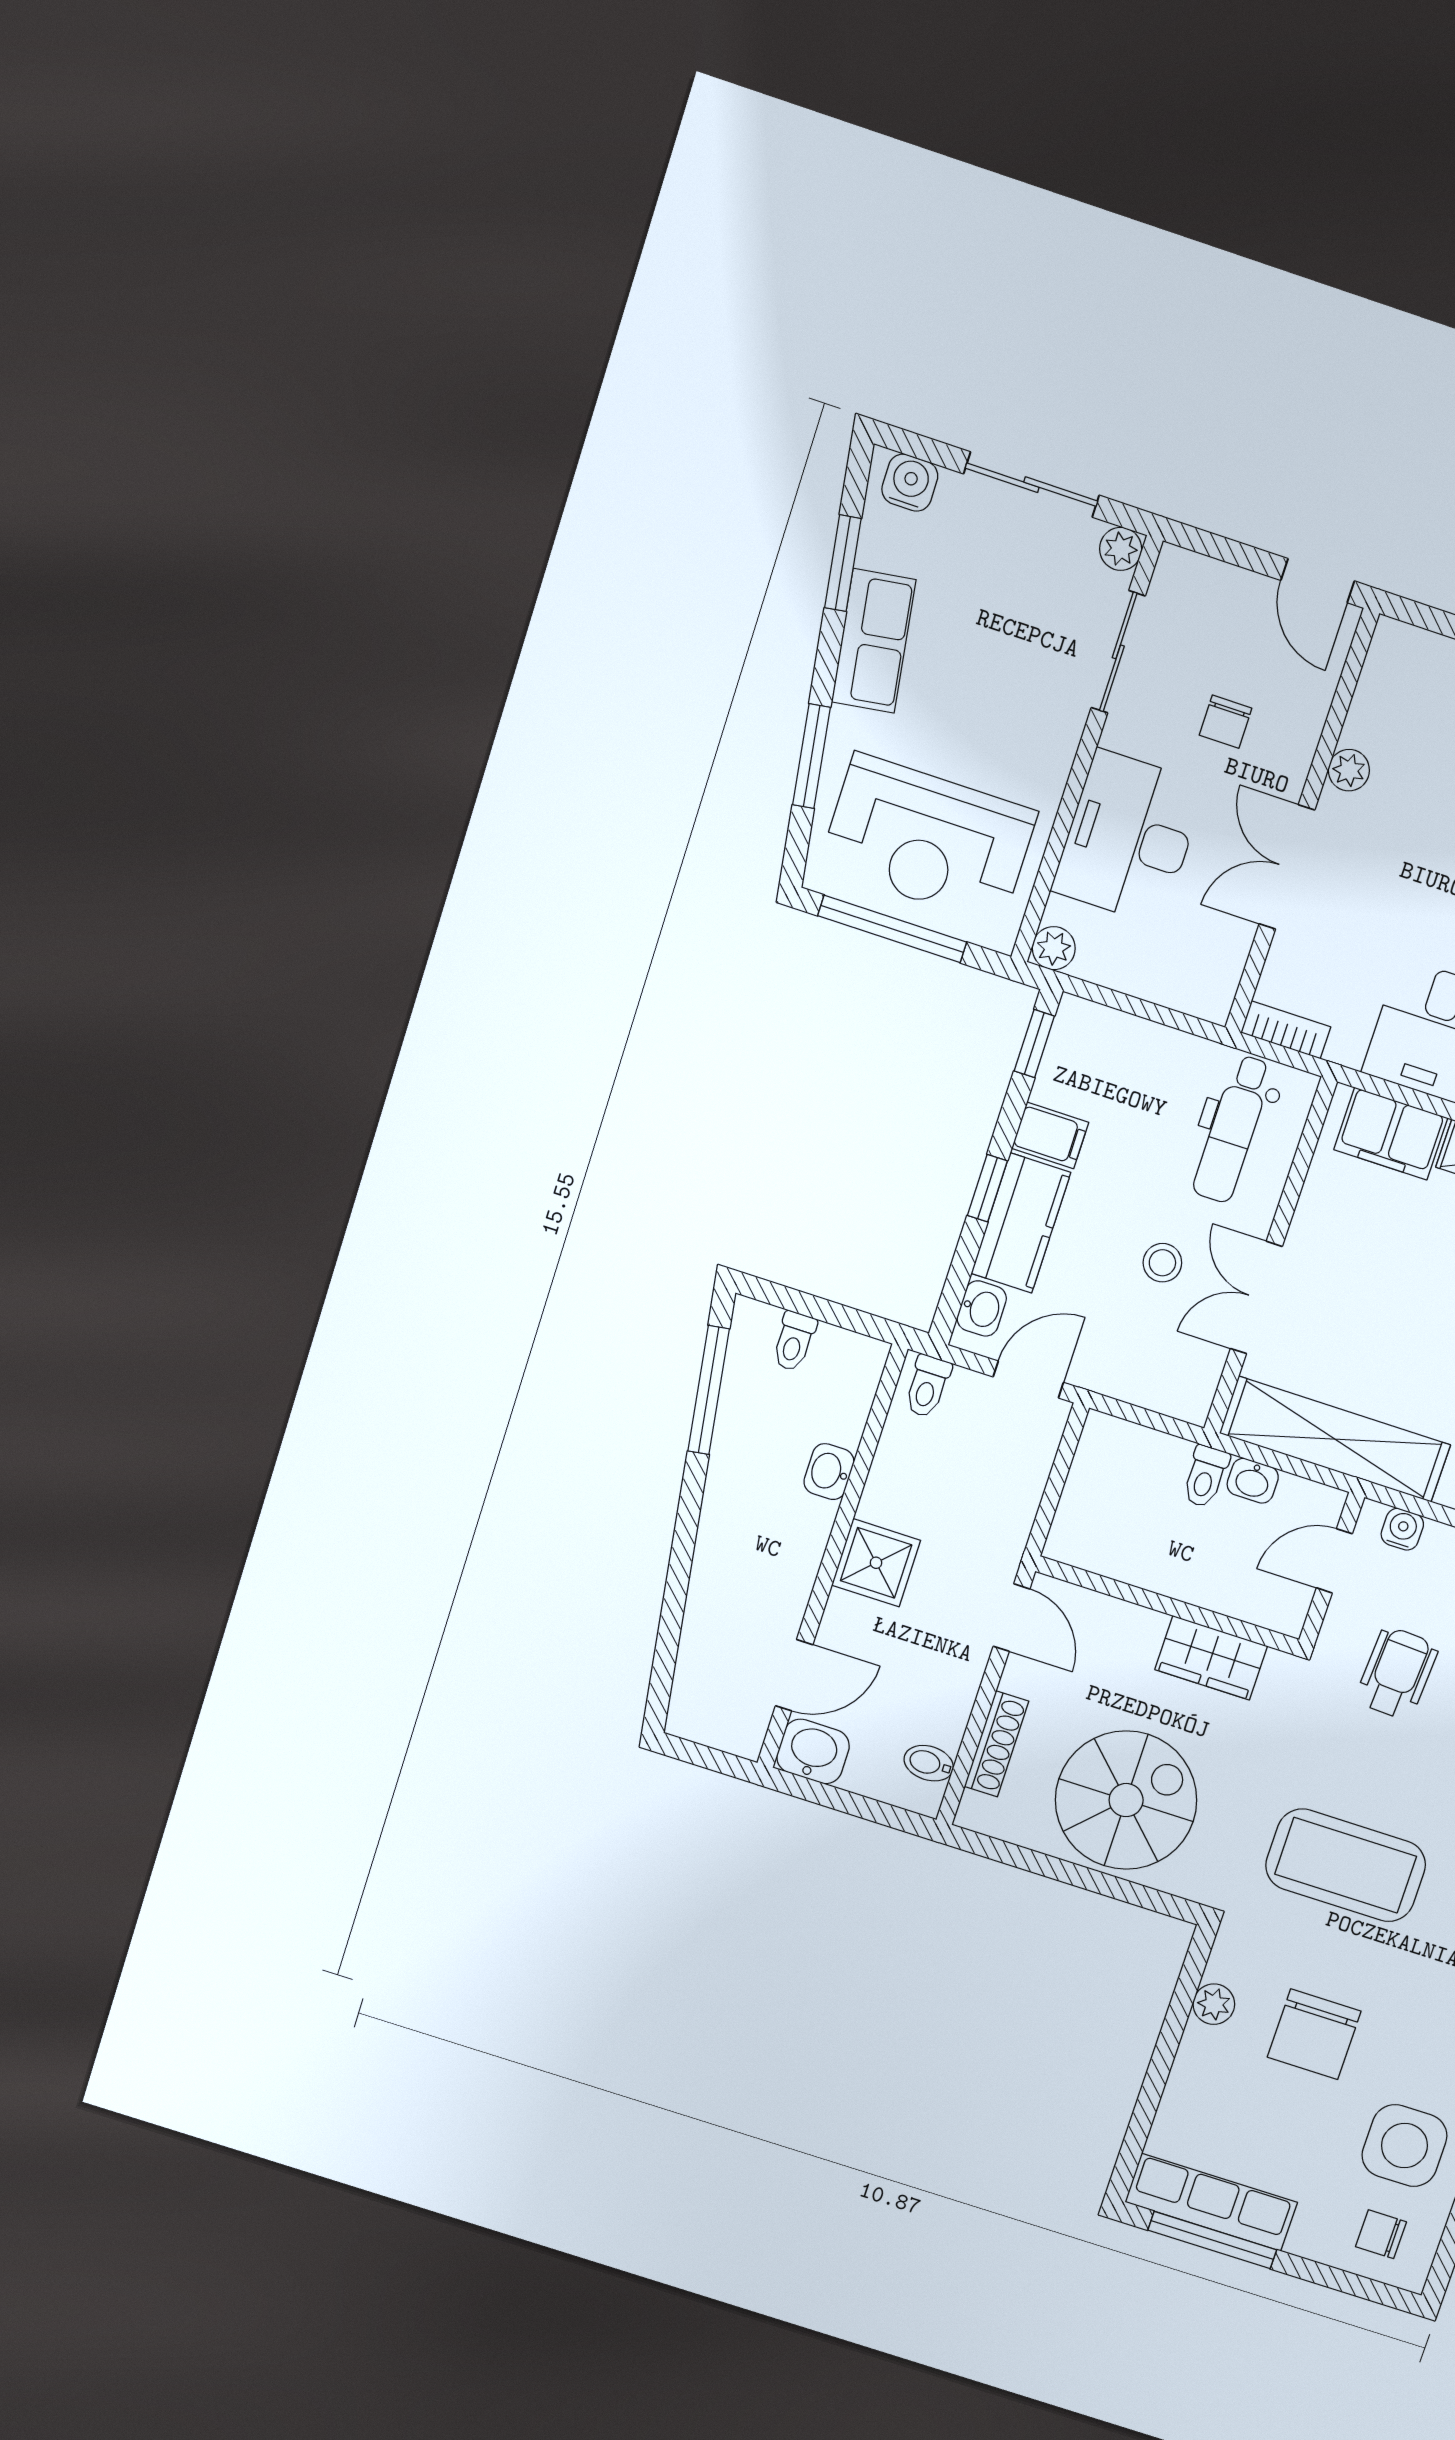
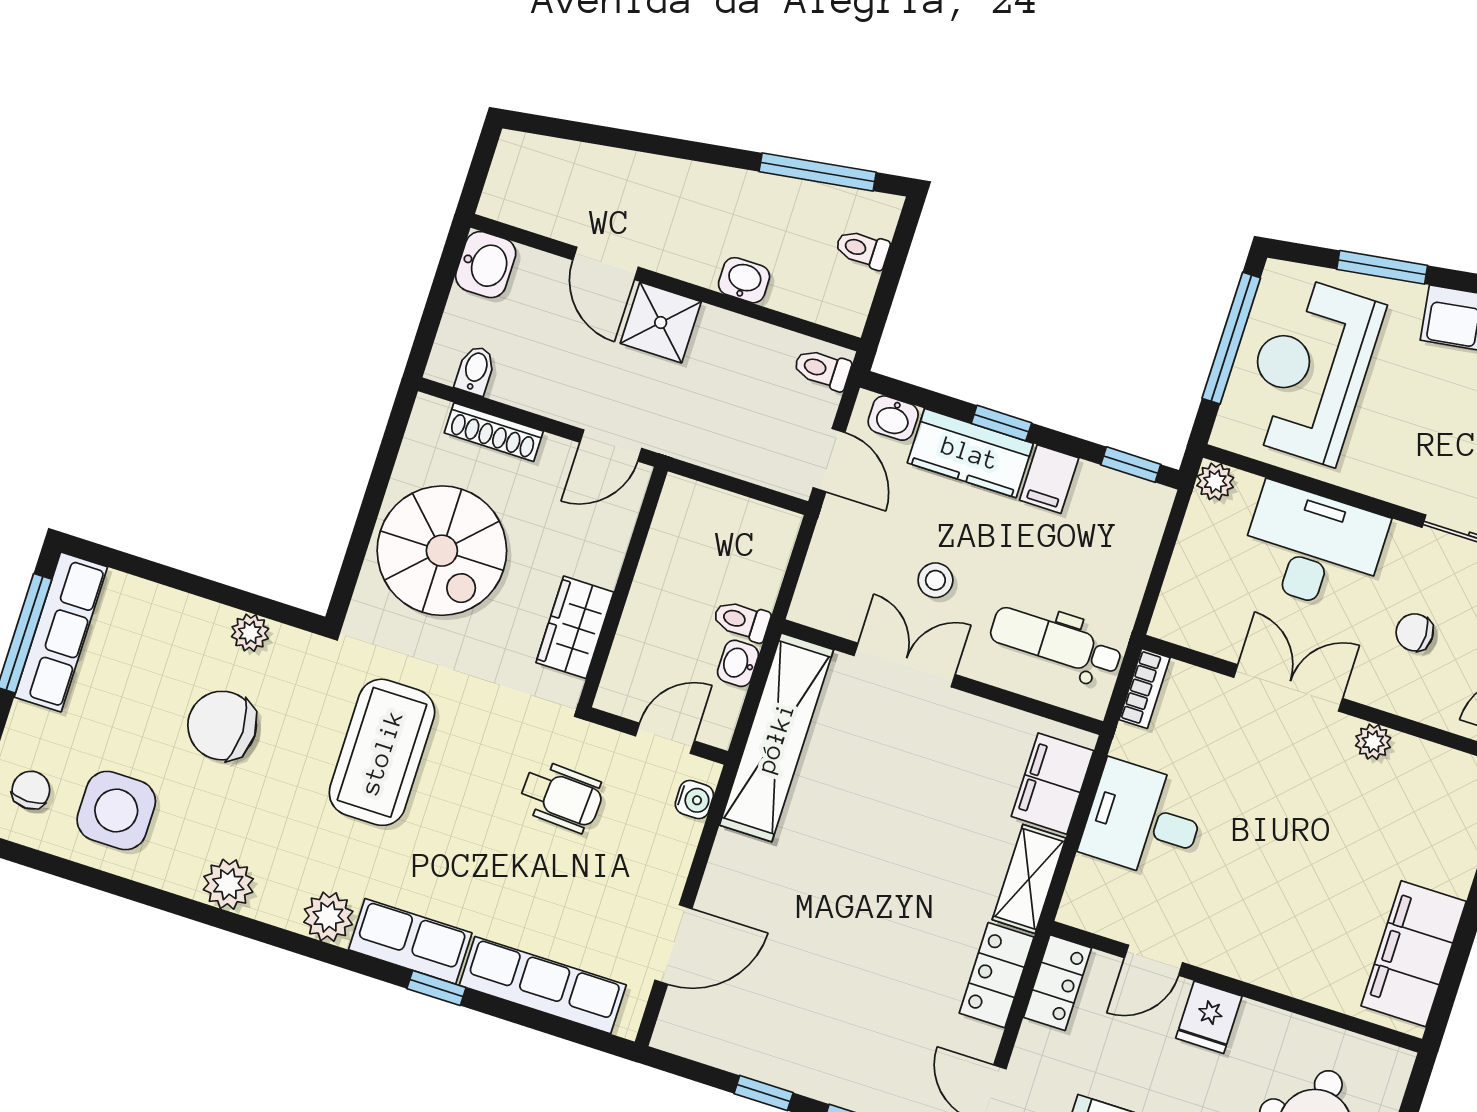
door: (1334, 1561) -> (665, 738), hinge flipped
door: (794, 1675) -> (606, 263), moved

